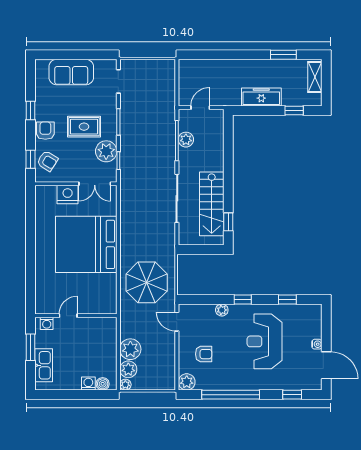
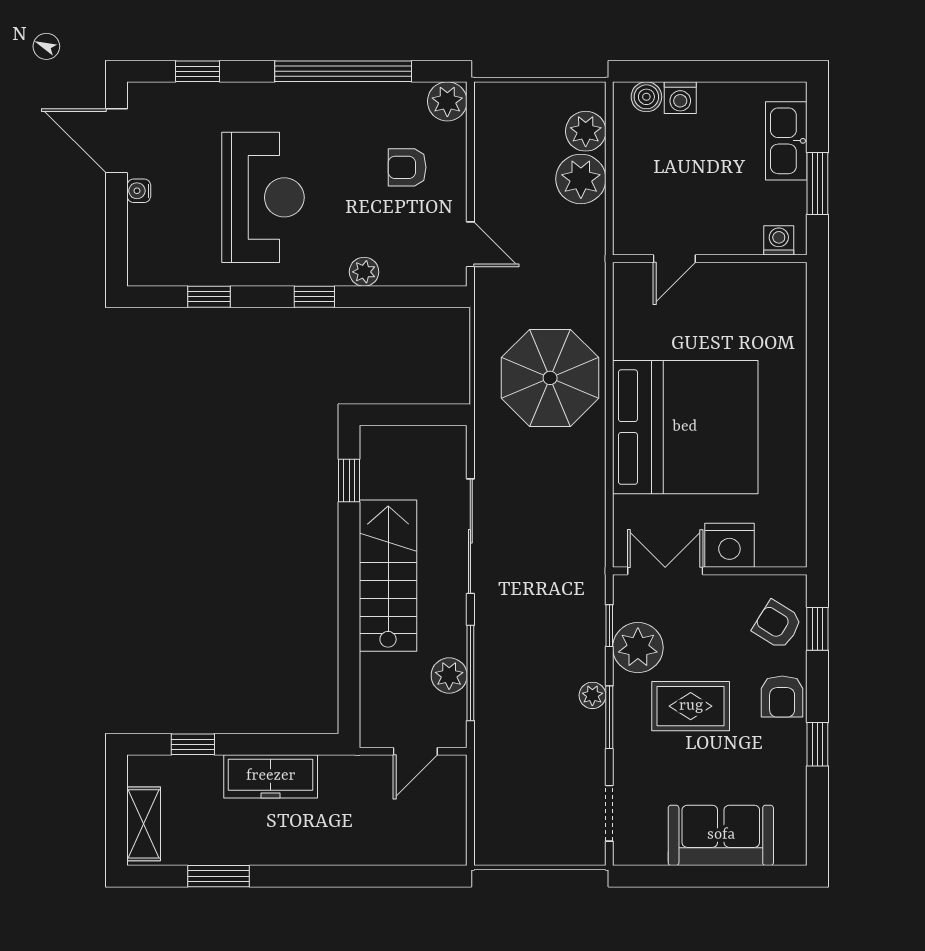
stairs: (212, 204) -> (388, 576), moved
parasol: (147, 282) -> (550, 378), moved
door: (68, 316) -> (674, 259), moved
plant: (125, 385) -> (592, 695), moved

